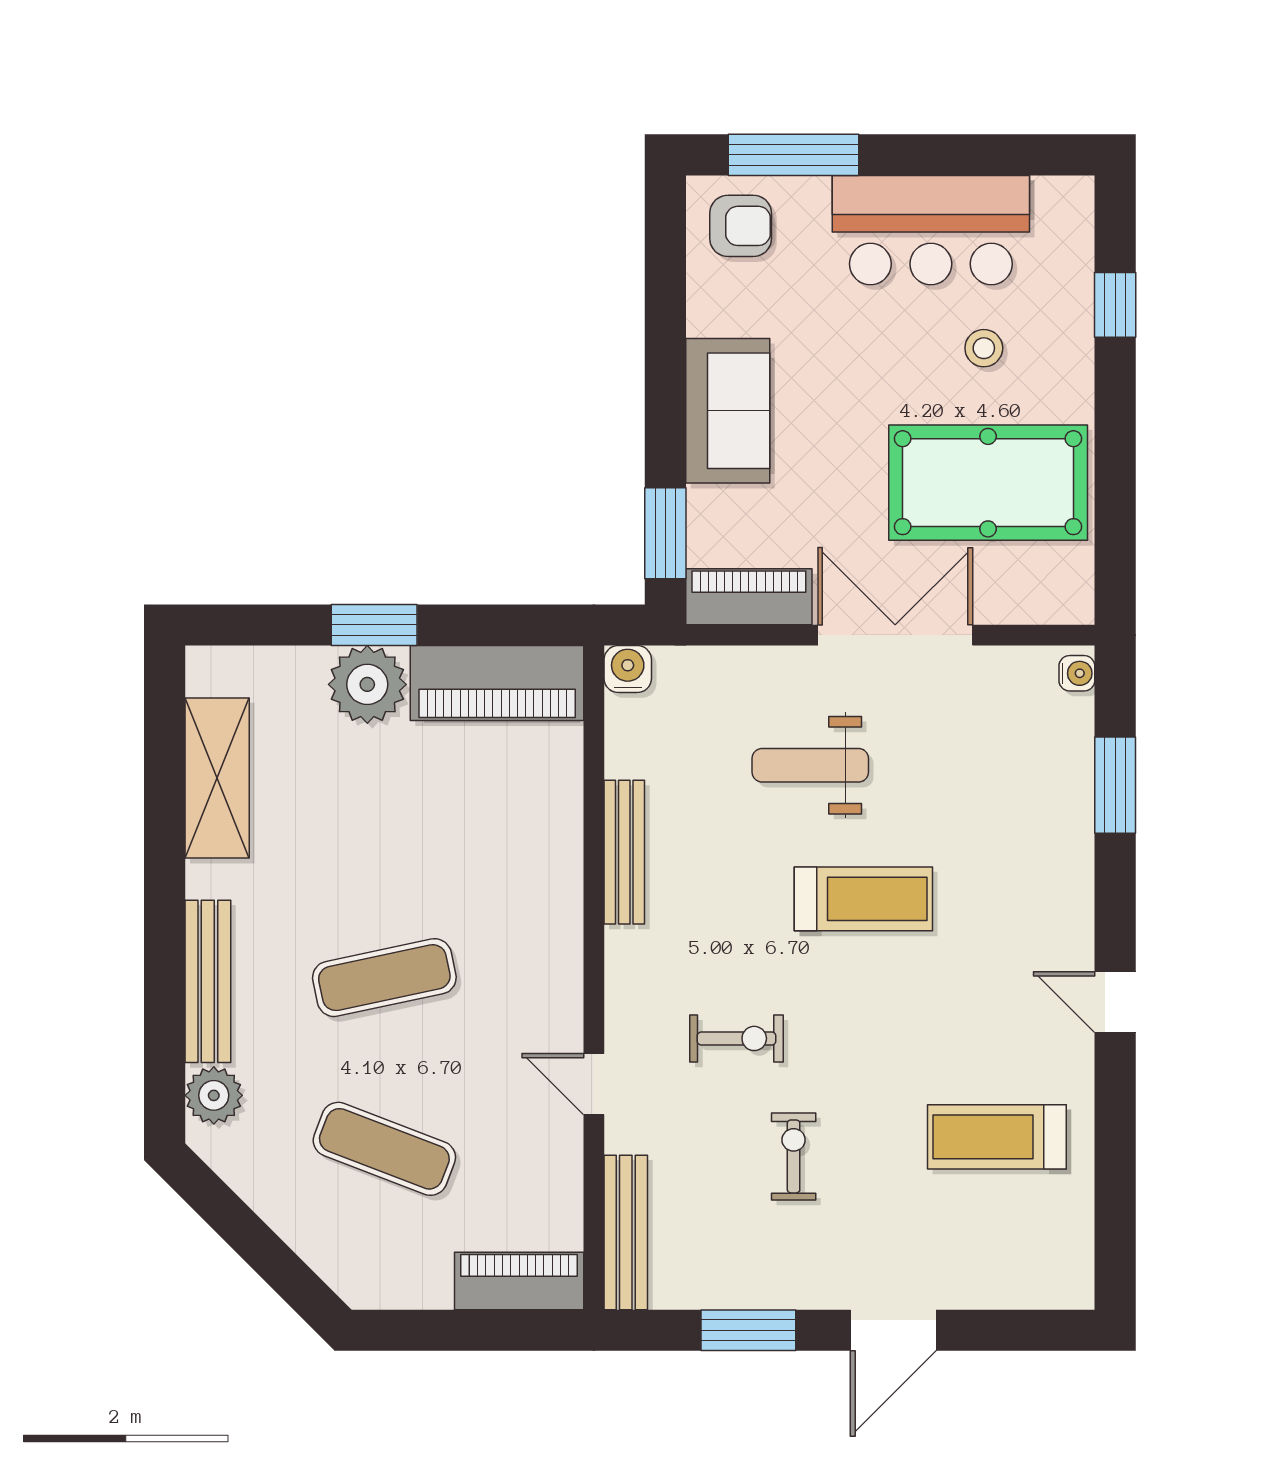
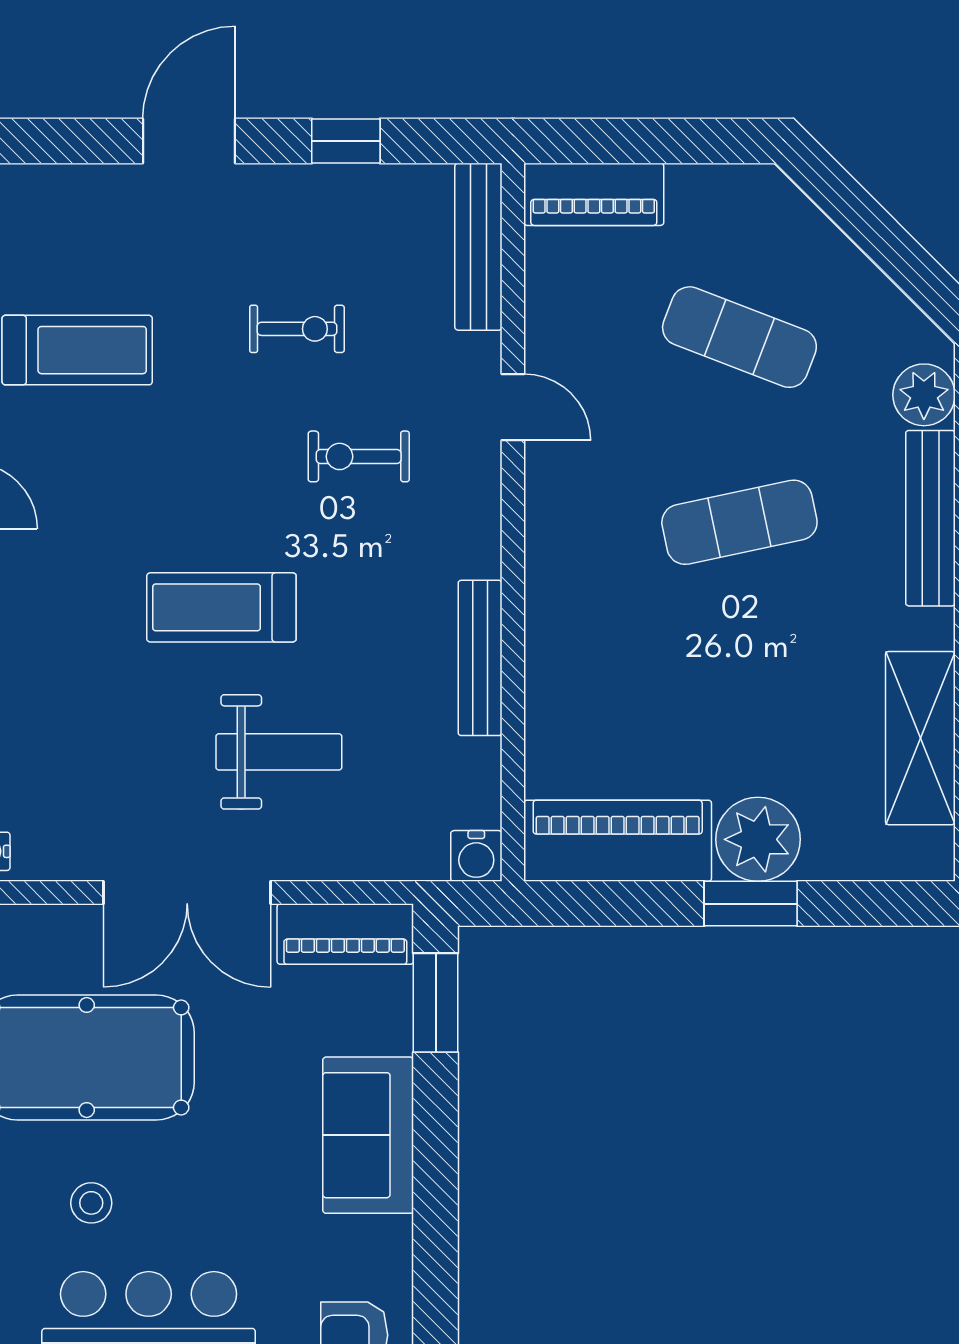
exercise bike: (794, 1156) -> (297, 329), turned -90
window: (748, 1330) -> (346, 141), width x0.67

